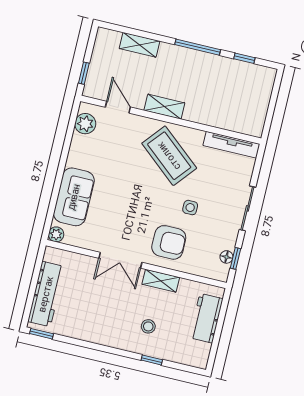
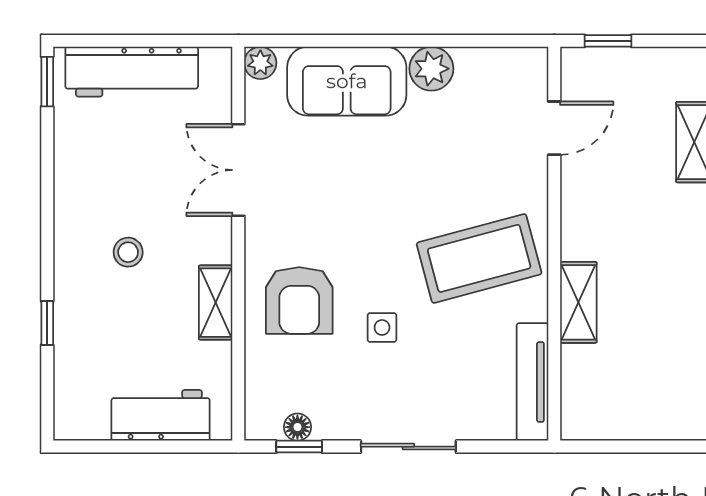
shelving: (164, 107) -> (578, 302), moved
plant: (85, 124) -> (431, 69), moved
coffee table: (169, 156) -> (479, 258), turned 35
double door: (120, 260) -> (238, 170), moved
stool: (148, 326) -> (128, 252), moved

